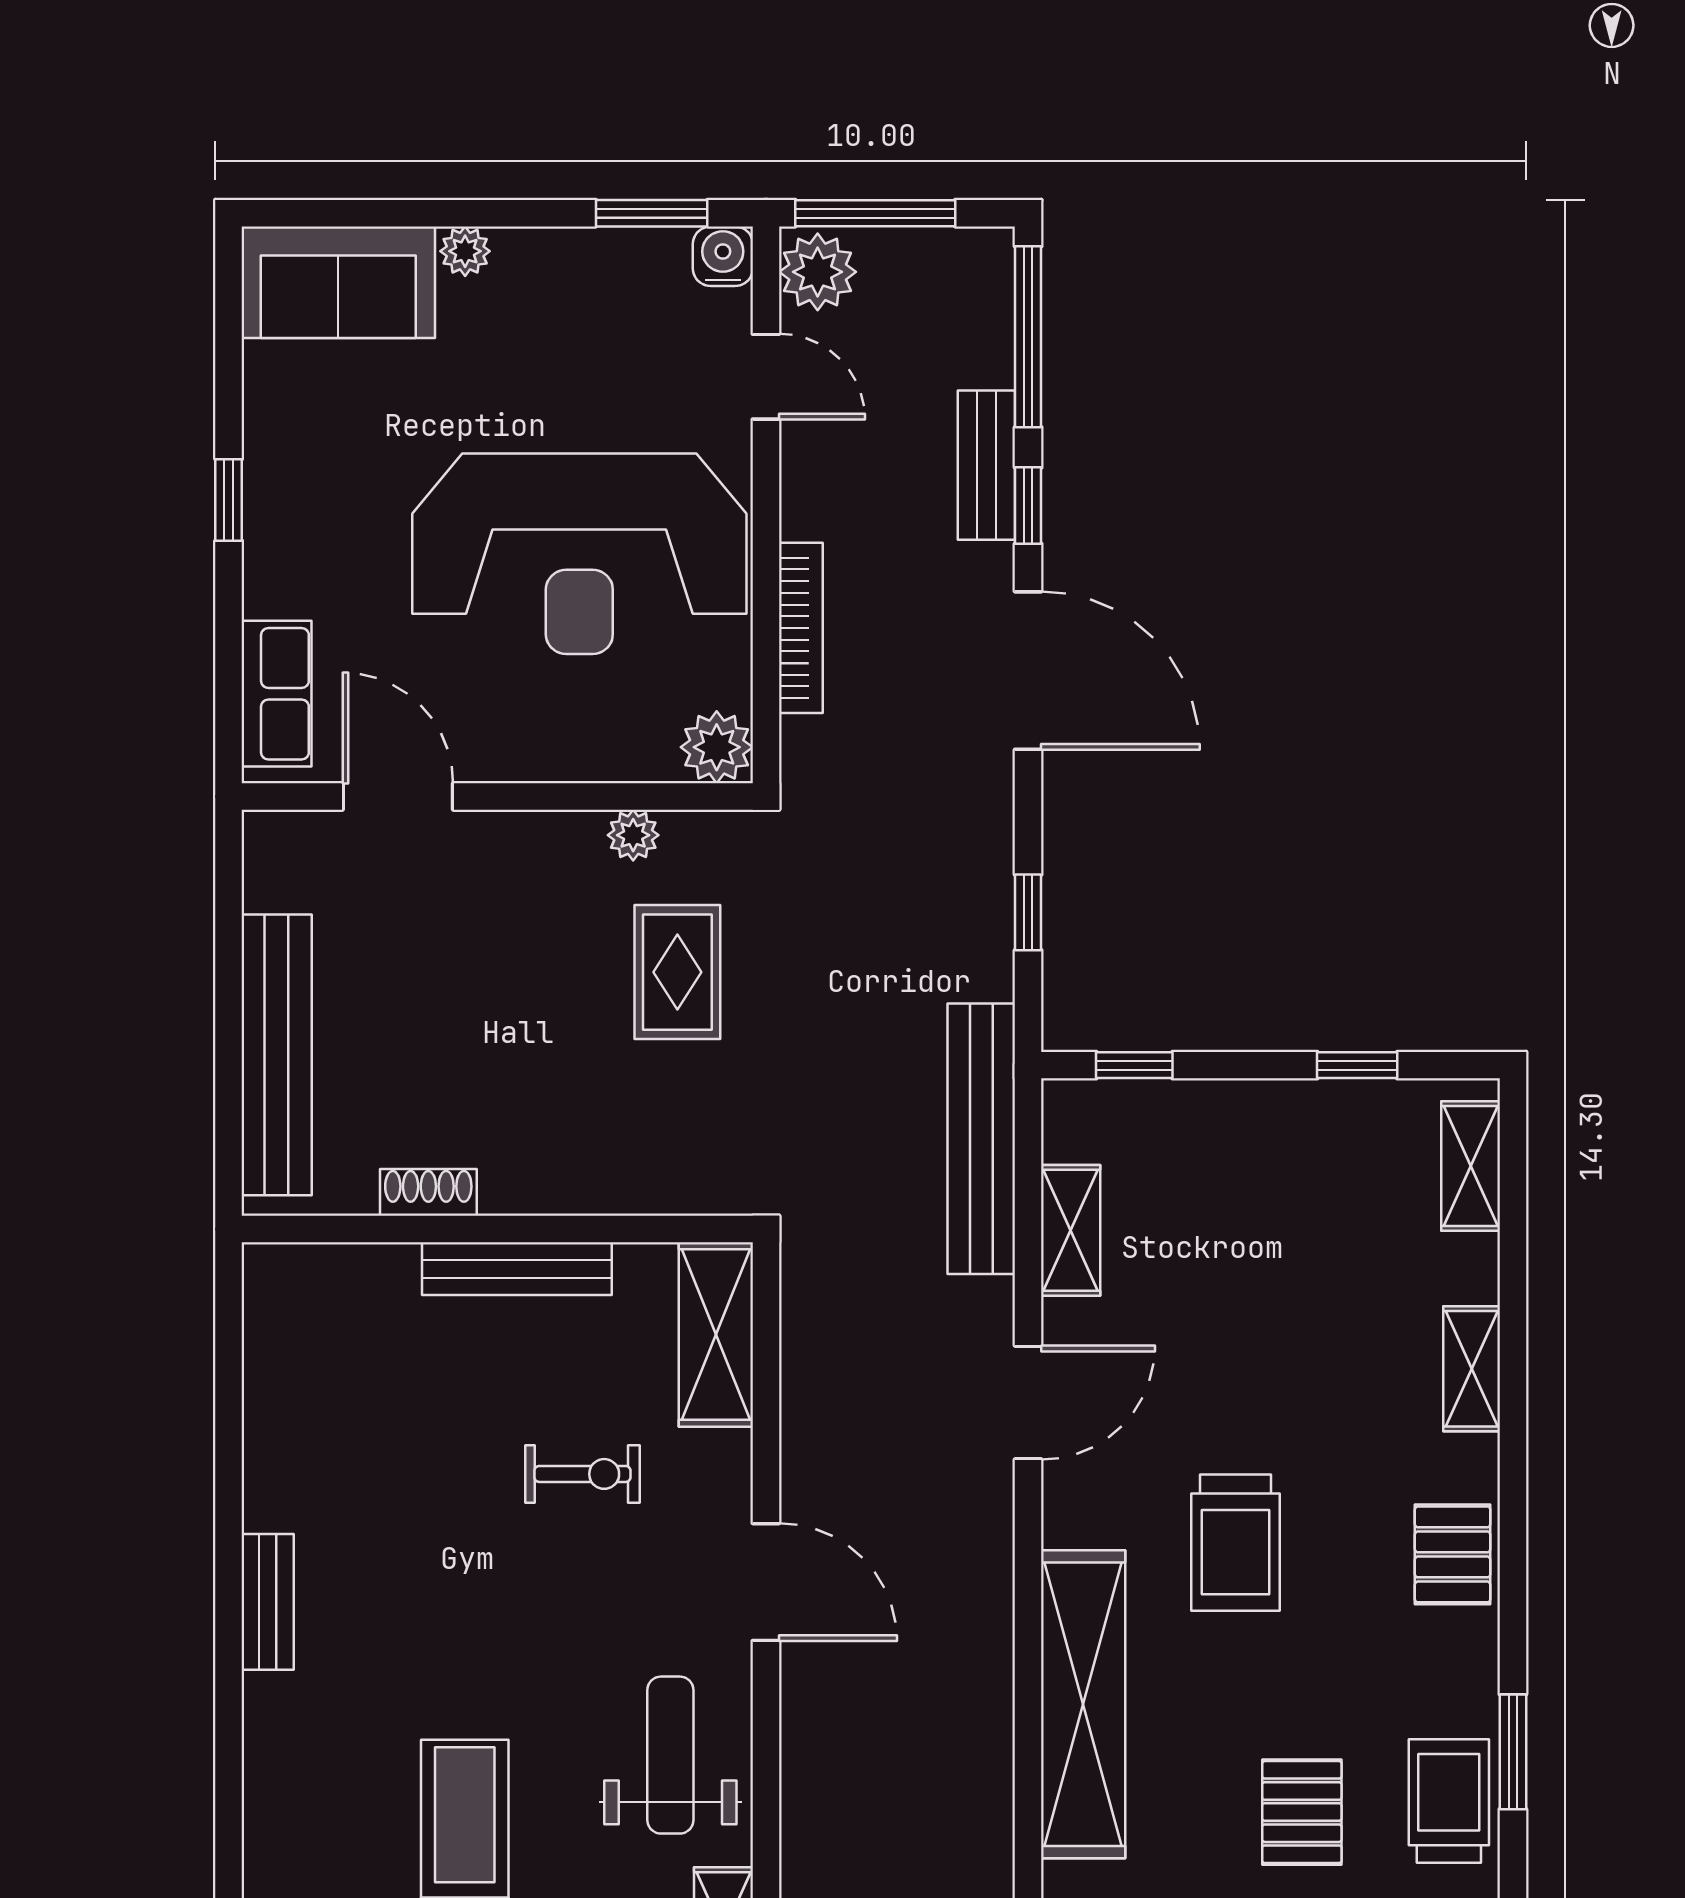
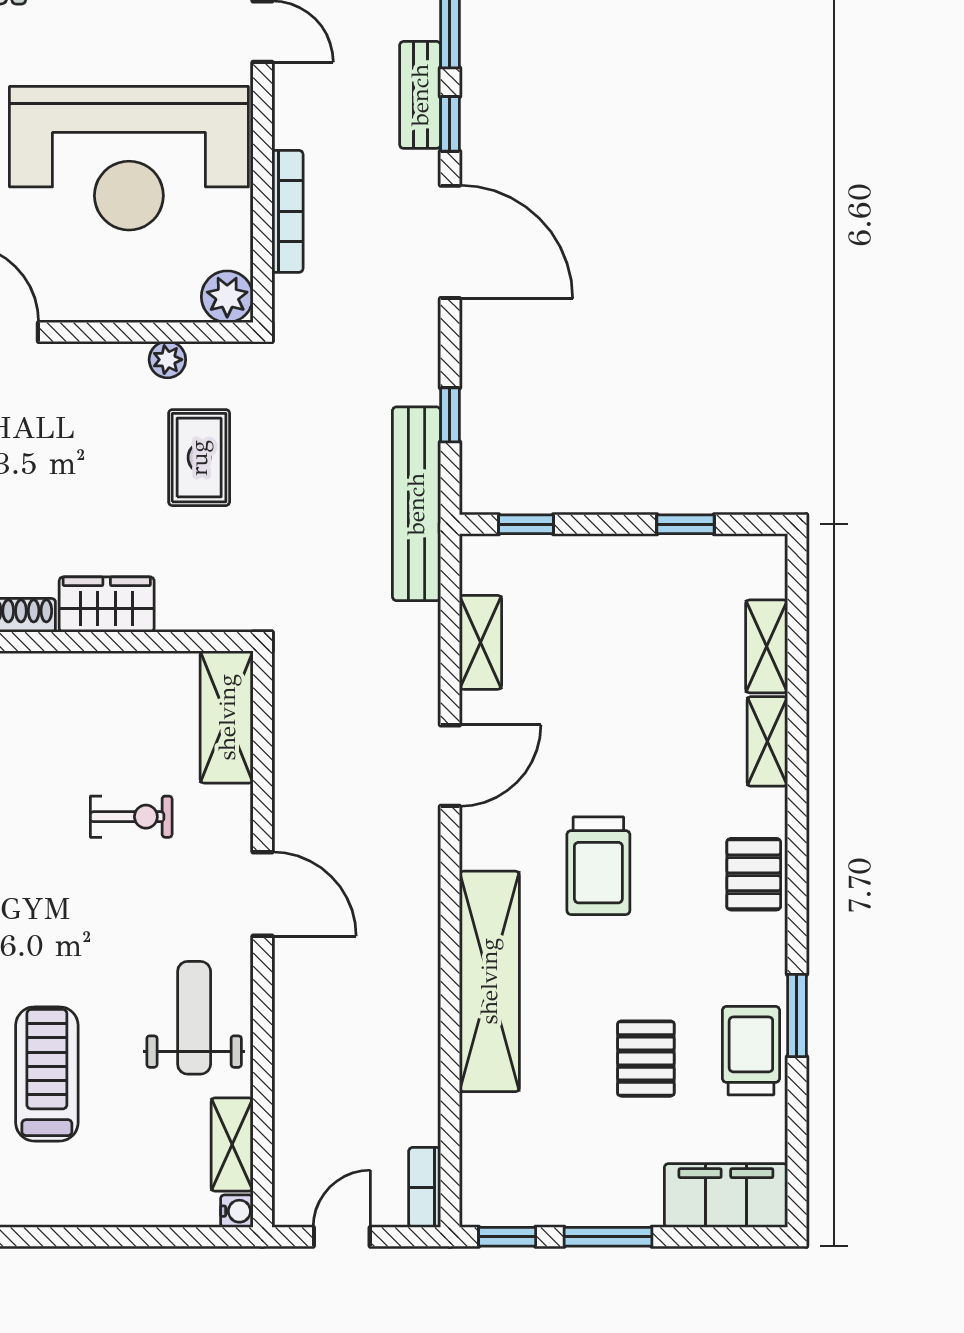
bench: (981, 1139) -> (416, 504), moved
shelving: (1471, 1166) -> (767, 646), moved
wardrobe: (548, 1177) -> (107, 604), added
bench: (517, 1269) -> (84, 670), removed

